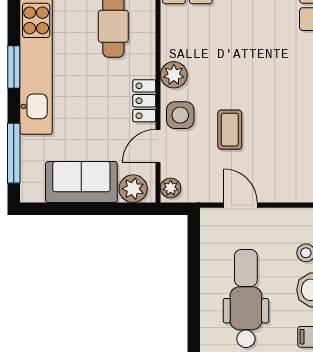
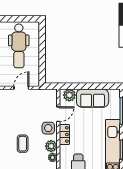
coffee table: (230, 130) -> (23, 144), moved
plant: (171, 188) -> (53, 157), moved
door: (240, 205) -> (21, 88), swing flipped

